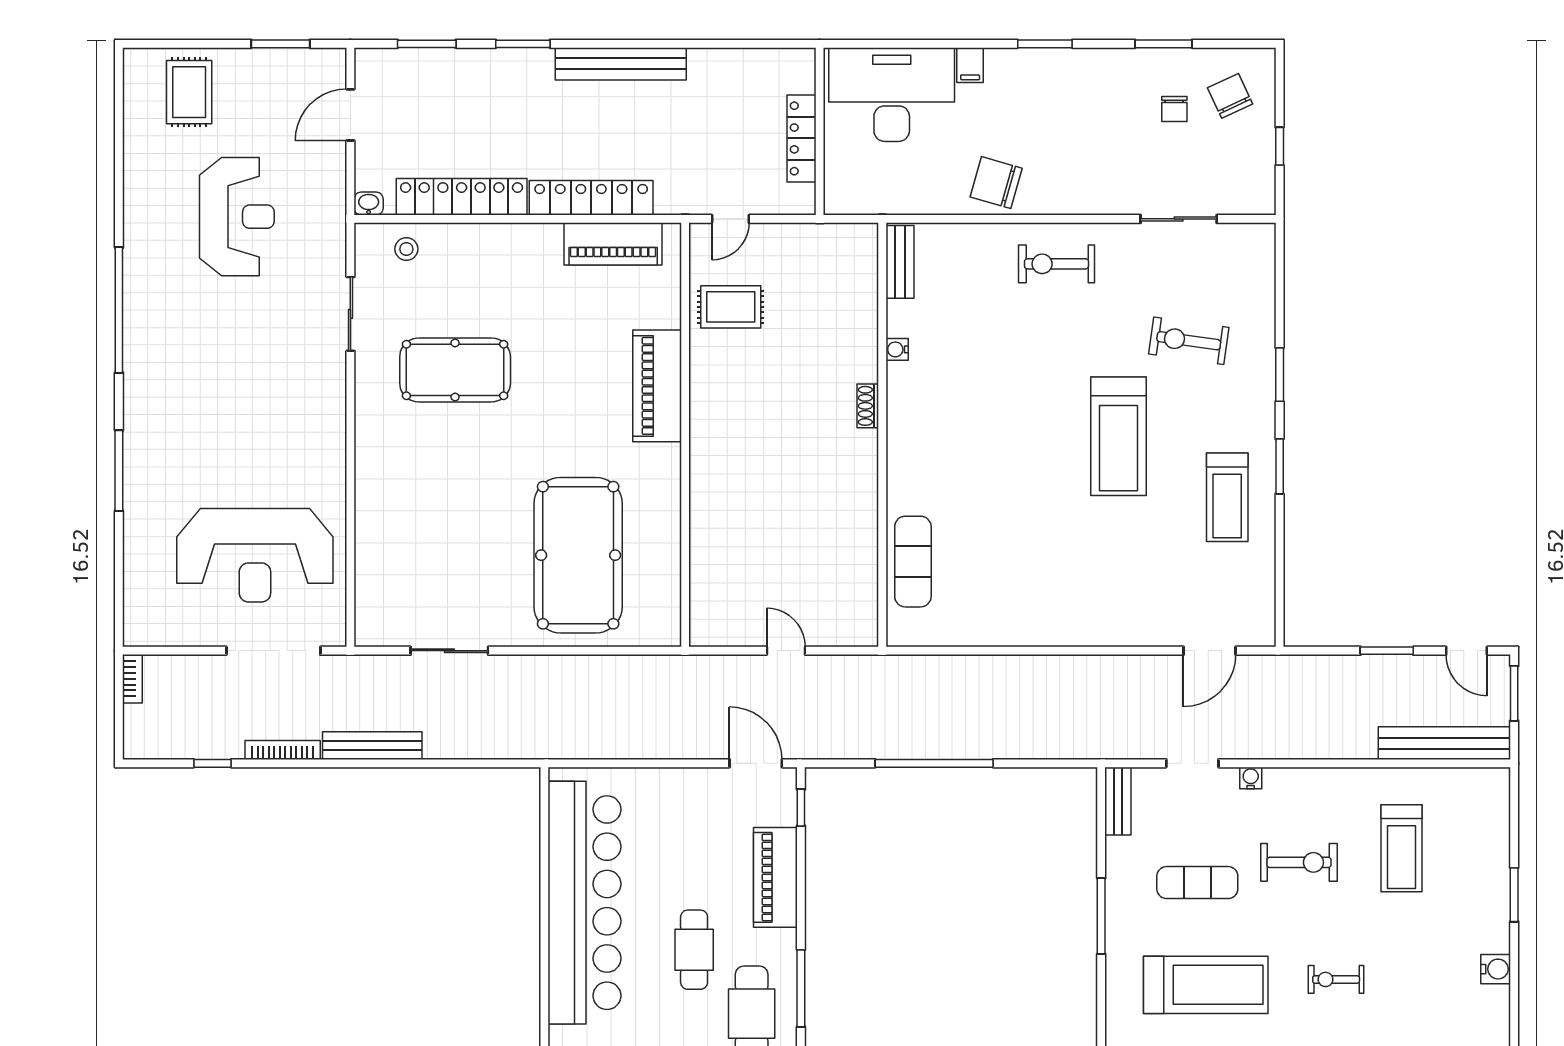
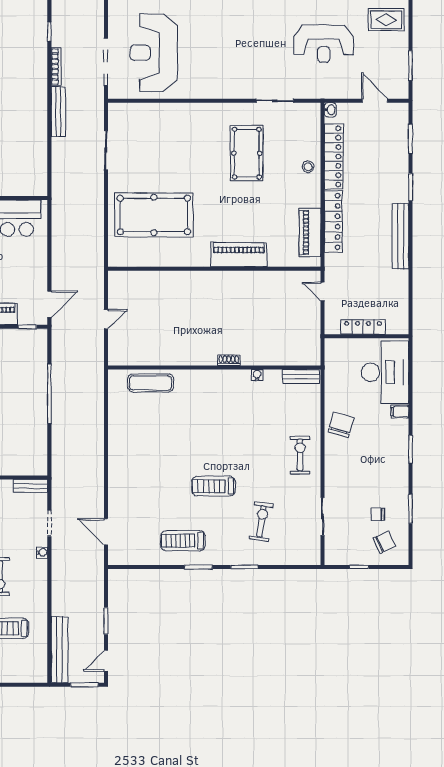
stool: (406, 249) -> (308, 167), moved
rug: (731, 307) -> (278, 292), removed
treadmill: (1118, 436) -> (214, 486), width x0.73, depth x0.73

